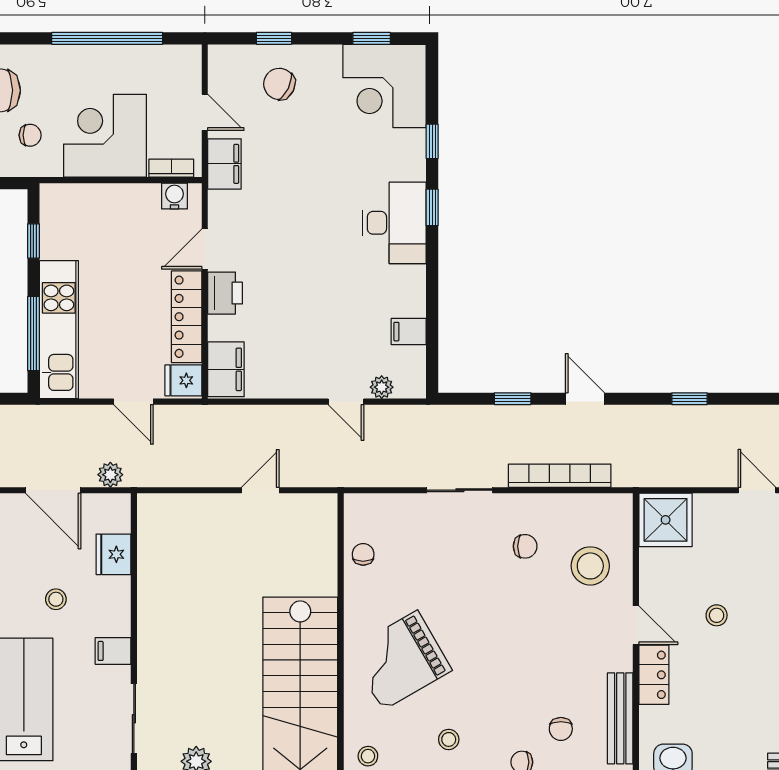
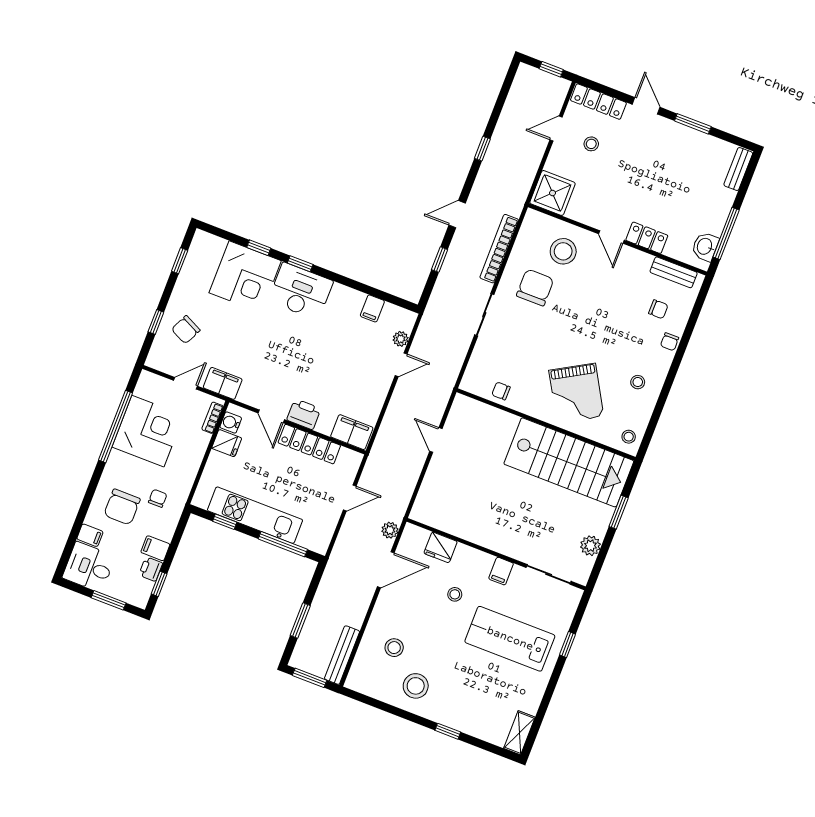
corner desk: (385, 86) -> (245, 277), moved
corner desk: (105, 136) -> (148, 431), moved, turned 180
kitchen unit: (59, 330) -> (255, 515), moved
fridge: (183, 380) -> (227, 443), moved, turned -90
chair: (525, 546) -> (535, 287), width x1.87, depth x1.87
stool: (717, 615) -> (591, 144), moved
door: (636, 625) -> (611, 237), swing flipped
bench: (620, 718) -> (674, 272), width x0.73

